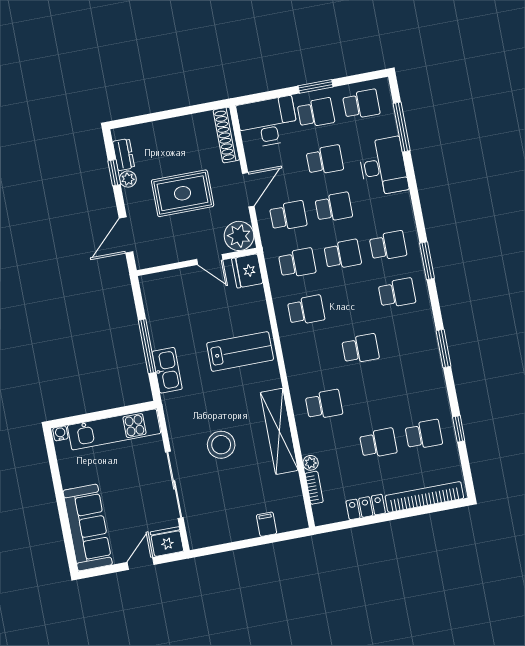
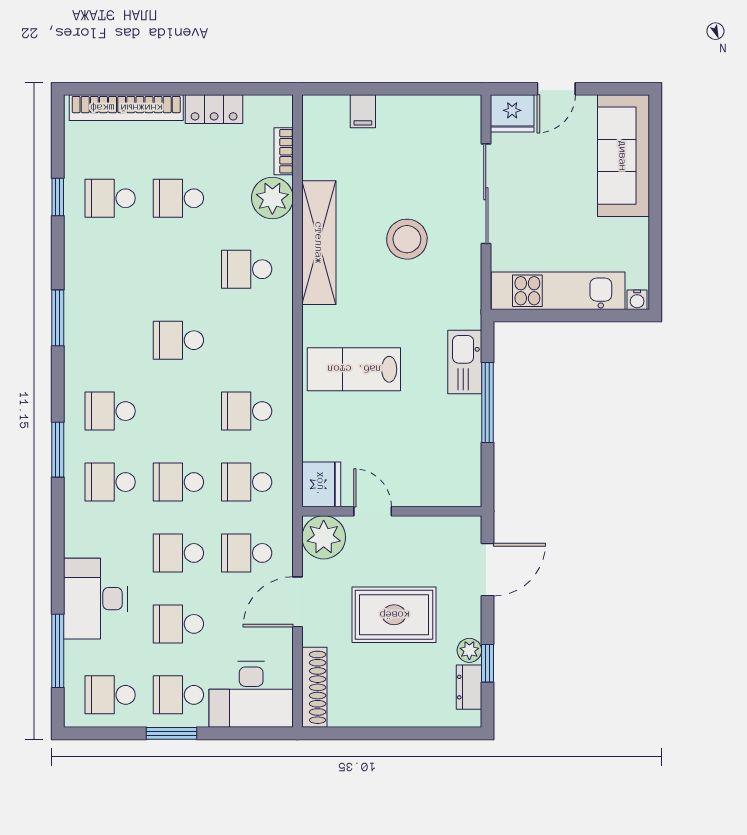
plant: (311, 463) -> (272, 198), width x1.87, depth x1.87

